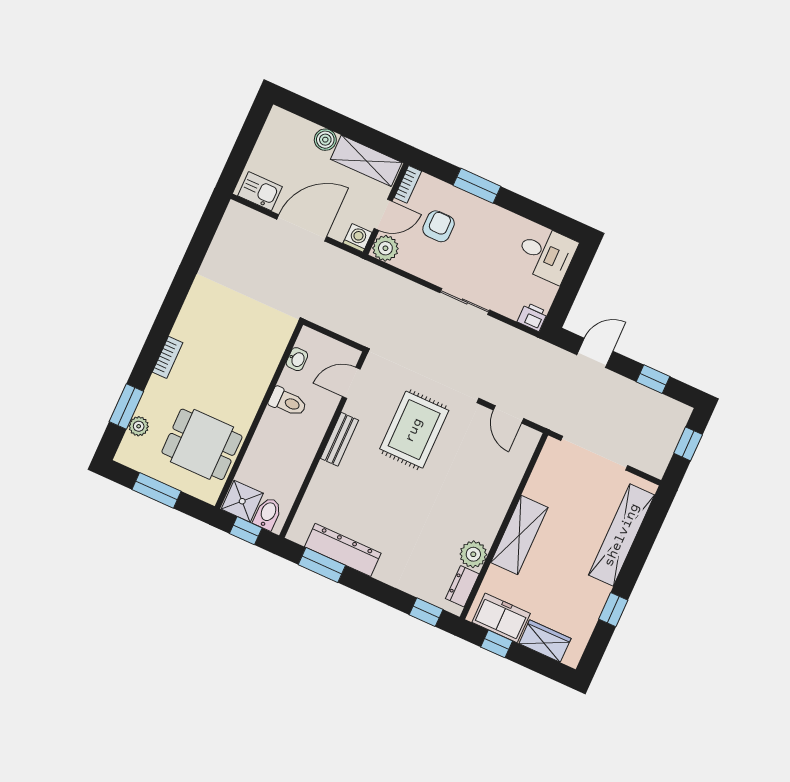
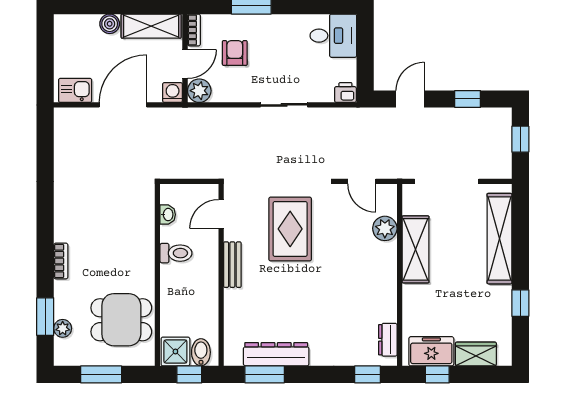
shelving: (519, 535) -> (416, 249), moved
plant: (473, 554) -> (385, 228), moved

